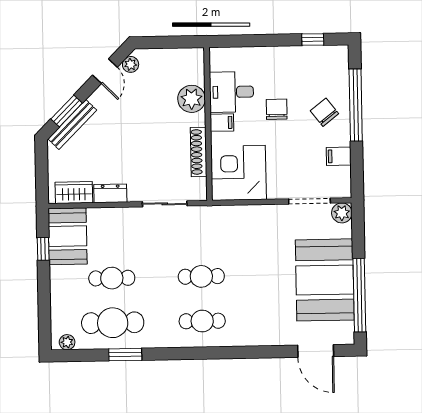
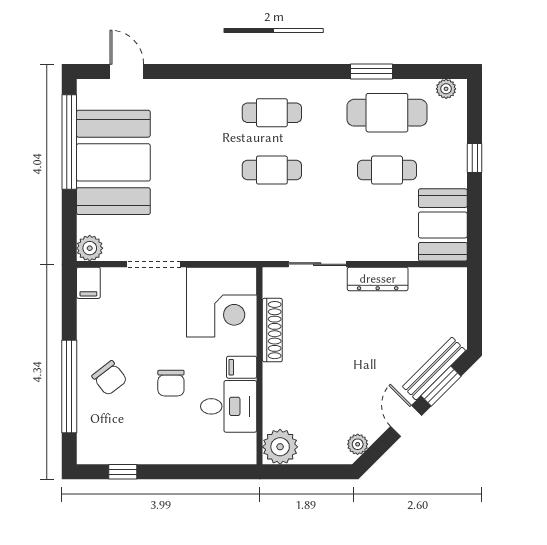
door: (105, 71) -> (406, 421), moved
plant: (192, 99) -> (280, 447), moved
filing cabinet: (339, 156) -> (88, 283), moved, turned 90
wardrobe: (74, 193) -> (434, 281), removed
dresser: (110, 193) -> (378, 279), width x1.44
doorway: (309, 201) -> (154, 264), moved
window: (43, 249) -> (475, 158), moved
door: (316, 351) -> (127, 71), width x0.73

